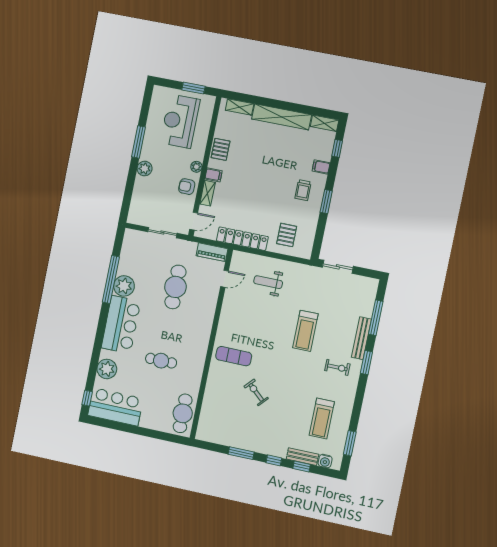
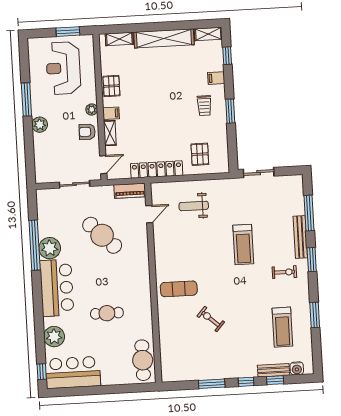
cafe table: (175, 287) -> (102, 235), turned -45
window: (350, 443) -> (315, 315), moved

